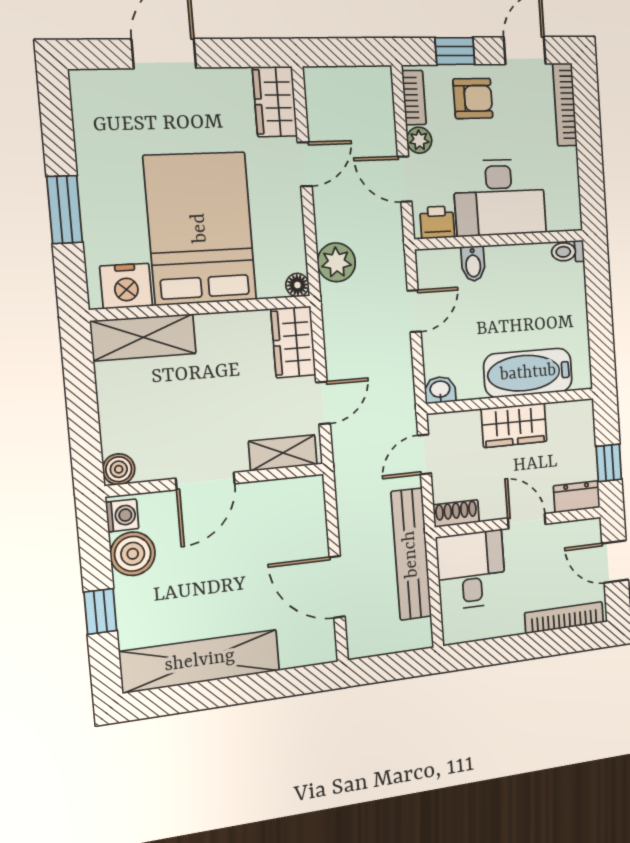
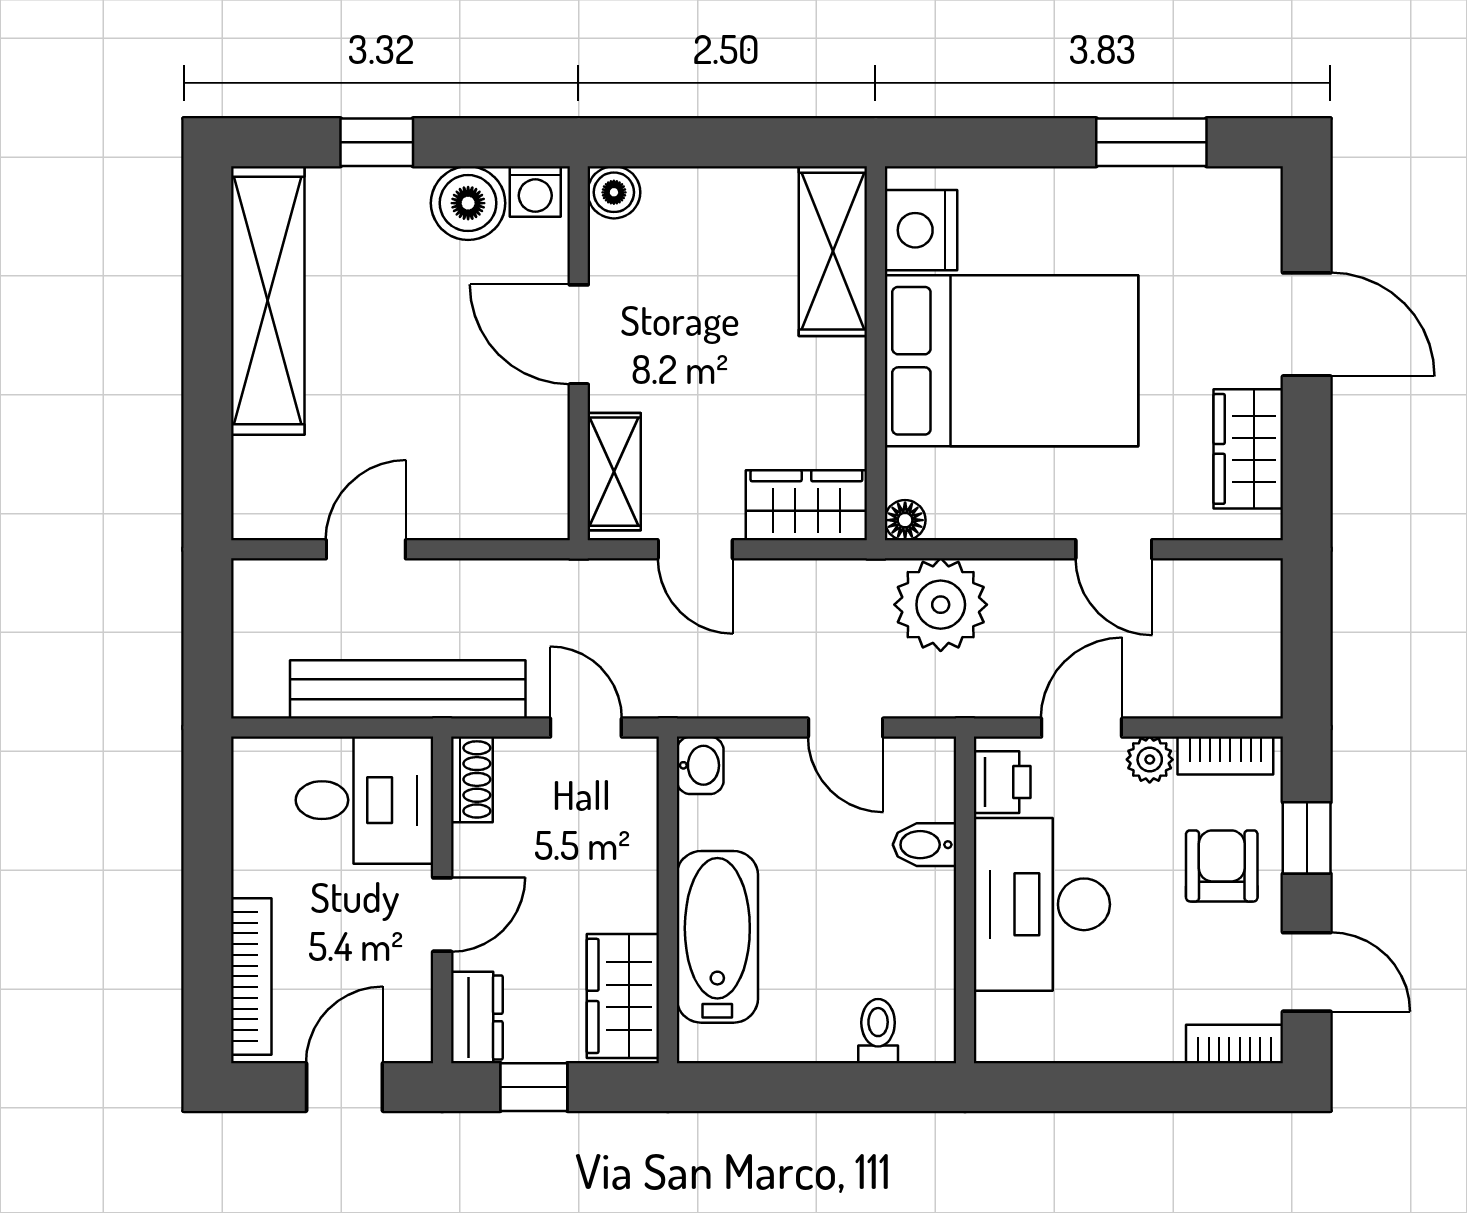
armchair: (473, 98) -> (1222, 866), turned 180
wardrobe: (275, 101) -> (1248, 449), moved, turned -90
bookcase: (565, 104) -> (1235, 1044), width x0.64
window: (65, 209) -> (1151, 142), moved
toilet: (568, 252) -> (878, 1031), moved
plant: (336, 262) -> (941, 605), width x1.36, depth x1.36
wardrobe: (514, 425) -> (623, 996), moved
door: (337, 587) -> (366, 549), width x0.73

